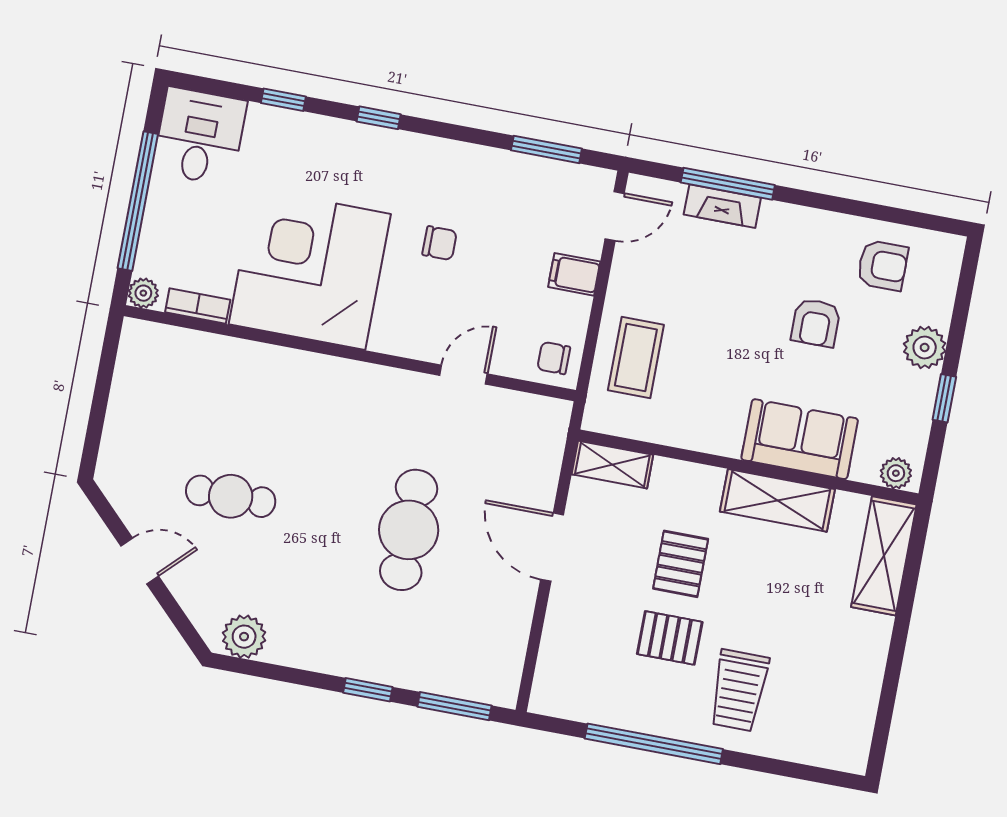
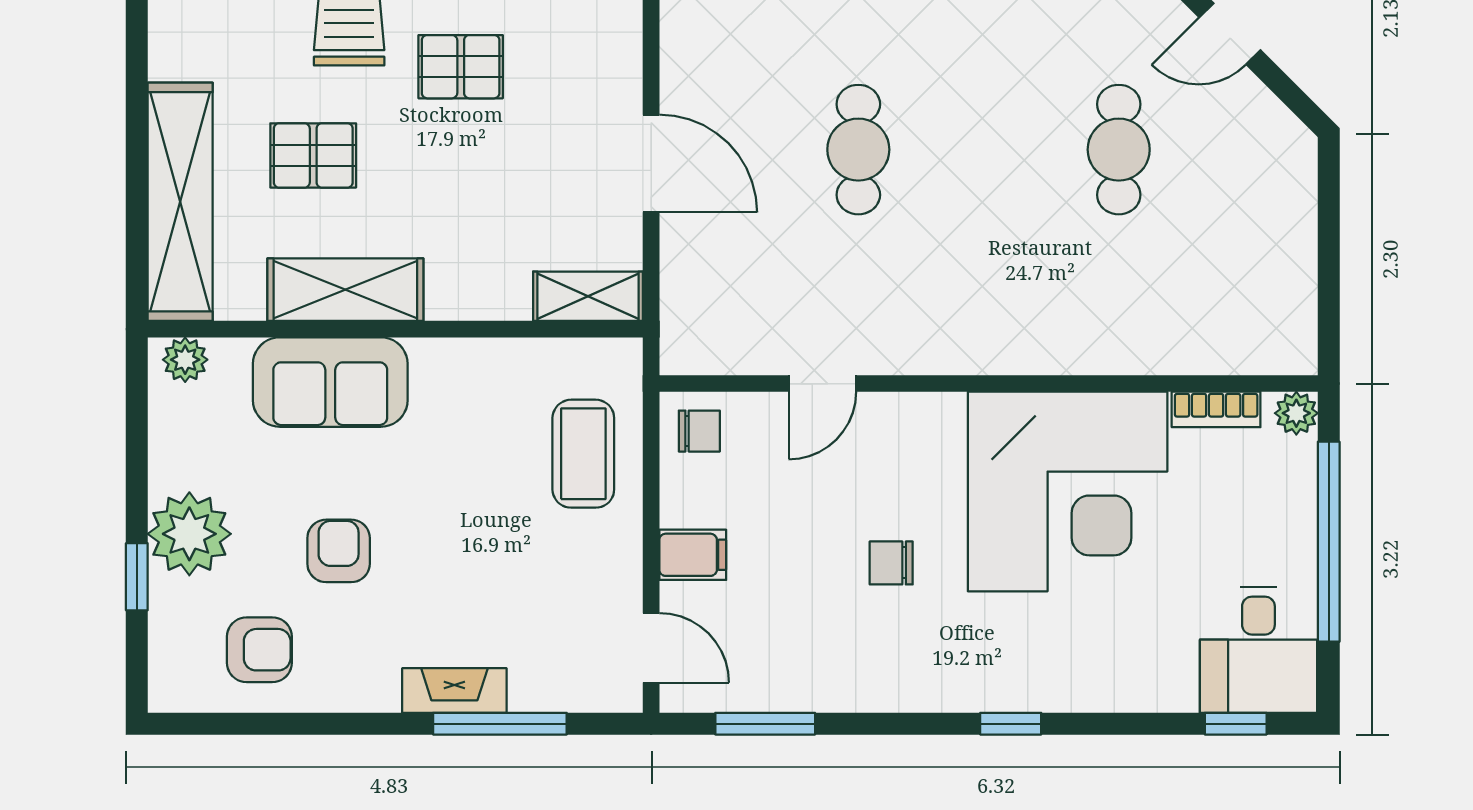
window: (283, 100) -> (1236, 724), moved
fireplace: (722, 206) -> (454, 691), moved
door: (615, 216) -> (651, 648), swing flipped
armchair: (883, 265) -> (259, 650), turned 180
plant: (925, 347) -> (189, 534), width x1.36, depth x1.36
window: (944, 398) -> (137, 577), moved
cafe table: (231, 496) -> (1119, 150), turned 90
cafe table: (409, 530) -> (858, 150), width x0.73, depth x0.74
shelving: (884, 556) -> (180, 202), width x1.47
pallet: (681, 564) -> (313, 155), moved, turned 90

